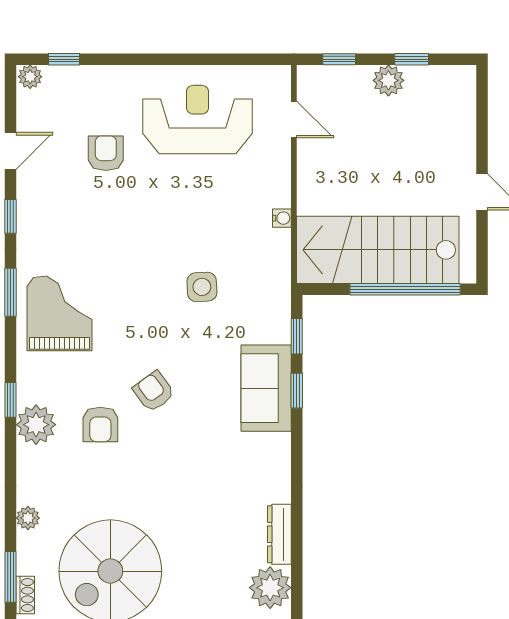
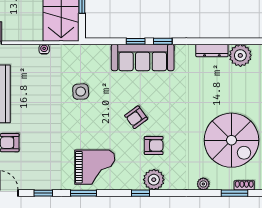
grand piano: (59, 313) -> (95, 167), turned 180
window: (297, 336) -> (163, 41), moved
sofa: (266, 388) -> (143, 58), width x1.36

